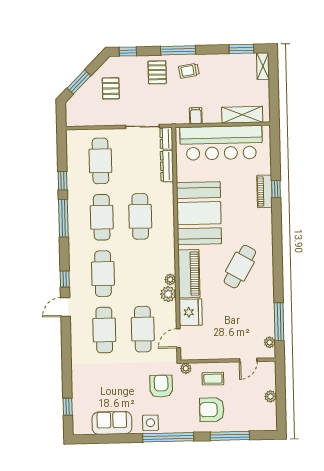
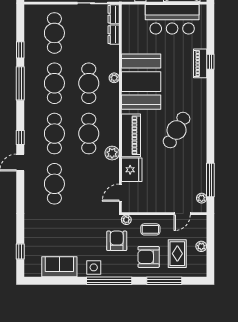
bar counter: (221, 143) -> (172, 19), width x0.73
dresser: (167, 166) -> (114, 35), width x0.70
plant: (170, 279) -> (114, 78), moved
cafe table: (143, 329) -> (89, 134), moved
armchair: (161, 386) -> (117, 241), moved
rug: (244, 405) -> (177, 254), added

